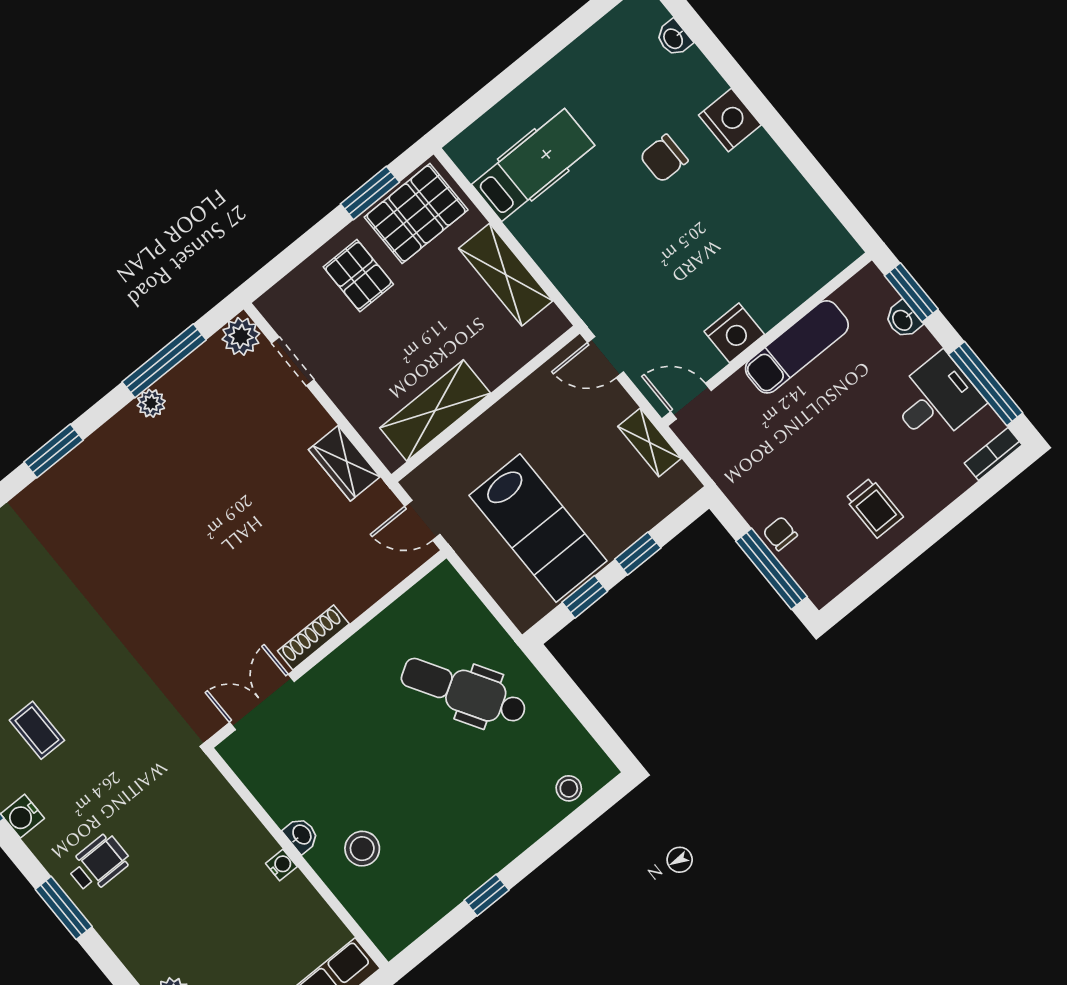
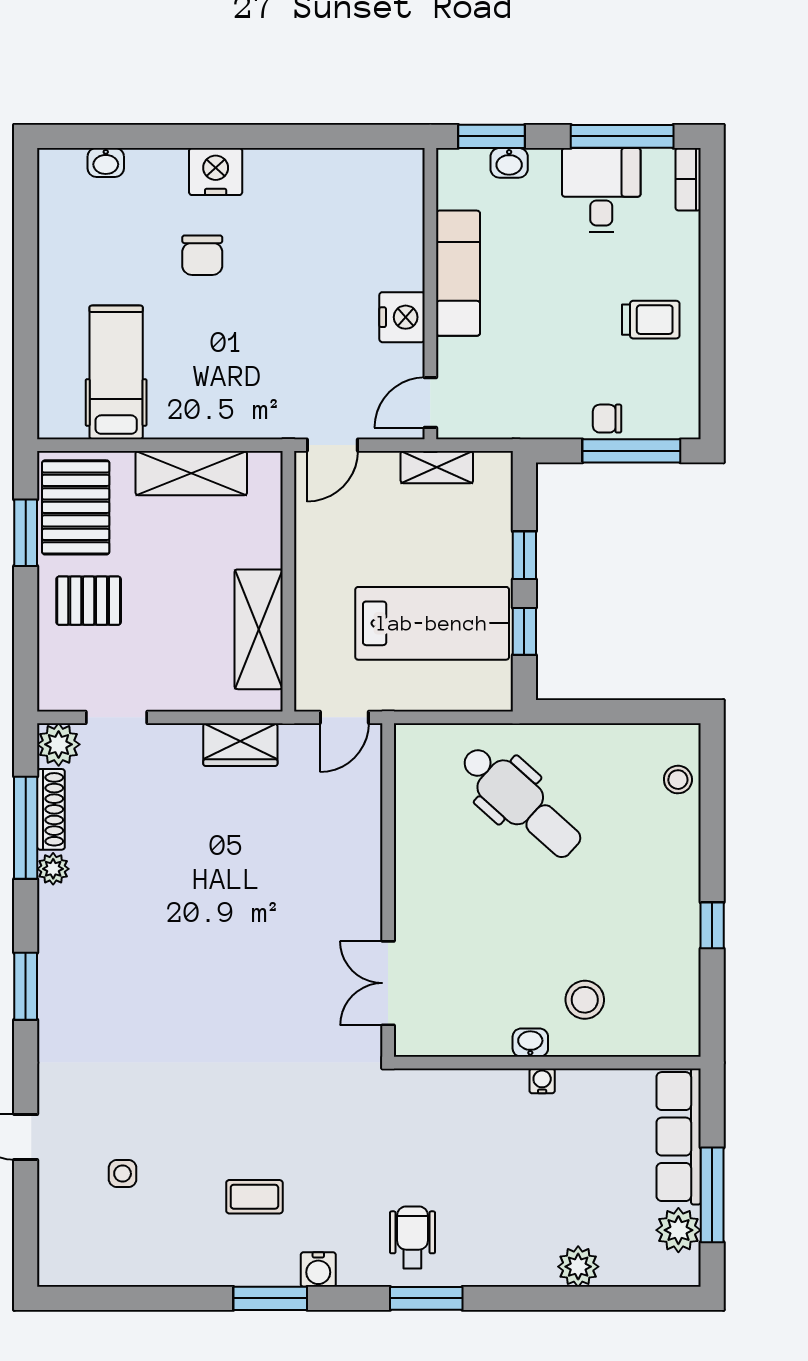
shoe rack: (313, 637) -> (51, 809), moved, turned 180
dental chair: (464, 691) -> (521, 802), turned -107

